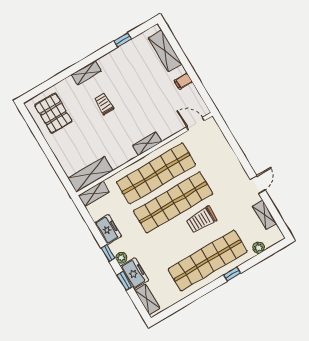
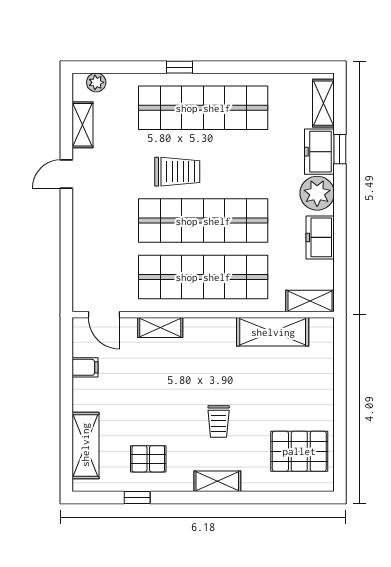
pallet: (129, 63) -> (148, 459), added
filing cabinet: (183, 81) -> (85, 367), moved
pallet: (53, 113) -> (299, 451), turned 90
shelving: (147, 144) -> (160, 327), moved
shelving: (90, 174) -> (273, 332), moved
plant: (259, 248) -> (96, 82), moved
window: (108, 253) -> (340, 203), removed
plant: (121, 258) -> (317, 193), width x1.88, depth x1.88

